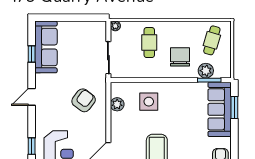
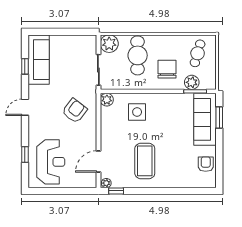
plant: (115, 26) -> (109, 44), width x1.88, depth x1.88
cafe table: (149, 43) -> (138, 55), width x1.37, depth x1.35
plant: (117, 104) -> (107, 100), moved

